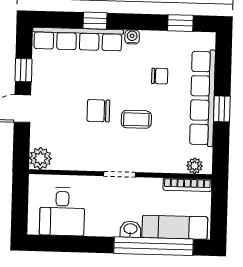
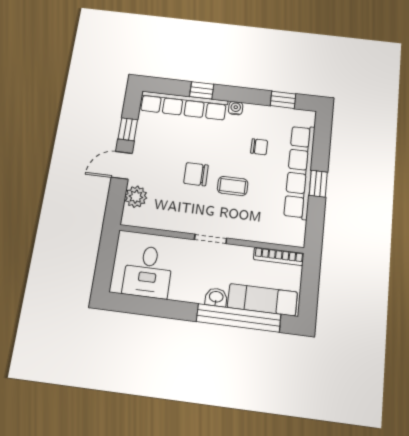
plant: (40, 158) -> (136, 197), moved
plant: (195, 166) -> (287, 238), removed

